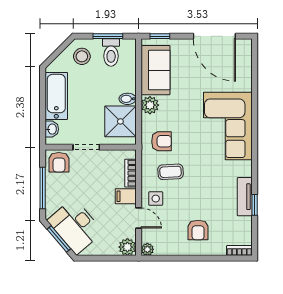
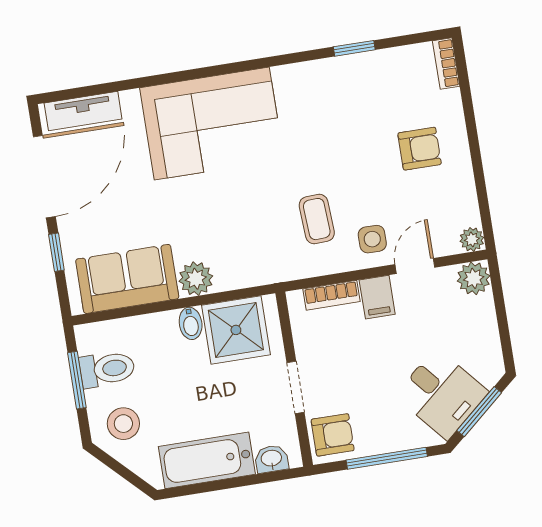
window: (160, 36) -> (56, 252), moved
armchair: (162, 141) -> (261, 246), removed
tv unit: (245, 197) -> (83, 111), moved
desk: (75, 226) -> (442, 394), width x0.73

